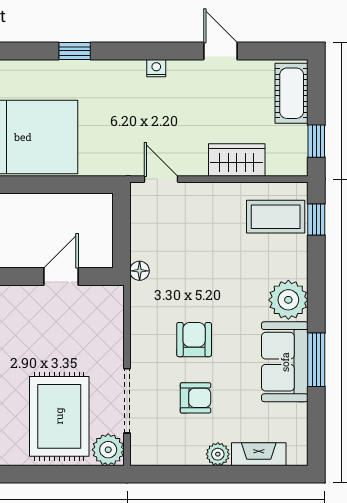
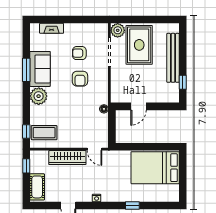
wardrobe: (237, 160) -> (67, 158), width x1.50
plant: (218, 454) -> (70, 28), removed

